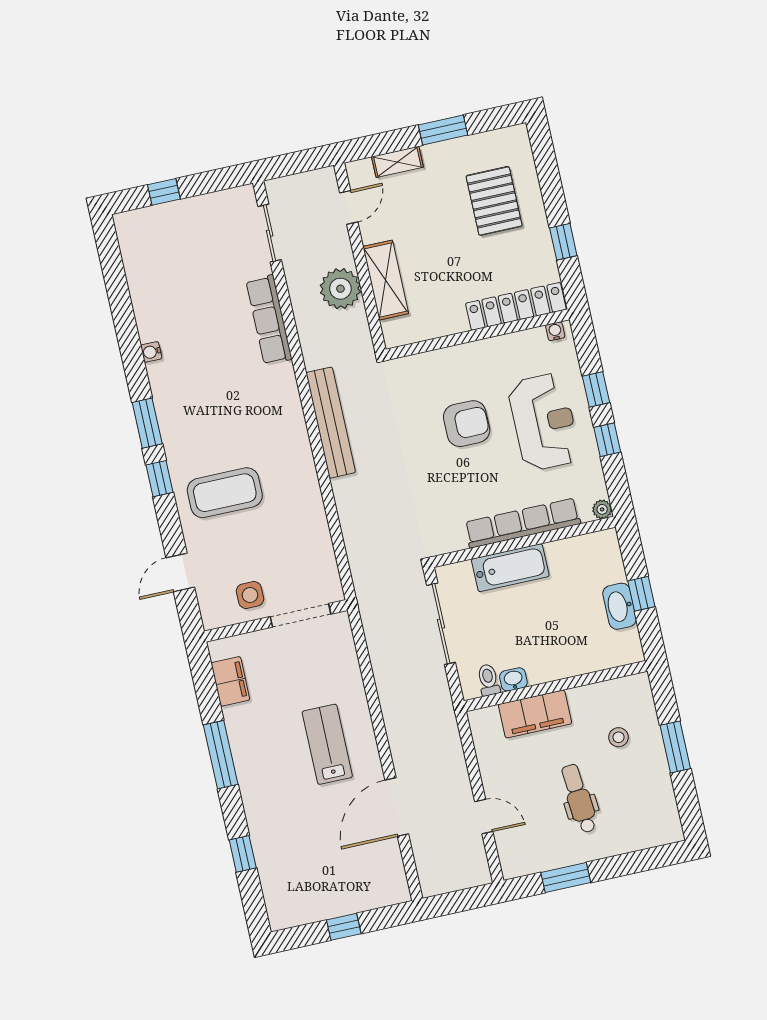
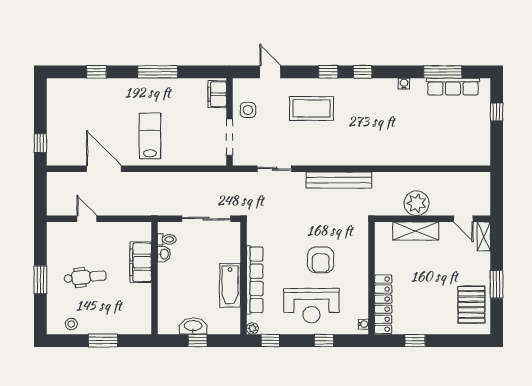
shelving: (397, 162) -> (484, 236), moved
pallet: (494, 201) -> (471, 305), moved, turned 90
sliding door: (270, 233) -> (274, 169), moved
window: (118, 293) -> (443, 72), added
row of seats: (269, 320) -> (453, 87), moved, turned 180
window: (147, 423) -> (363, 72), width x0.67
window: (607, 440) -> (270, 341), moved
coffee table: (225, 493) -> (311, 108), turned 90
bathtub: (510, 568) -> (230, 285), moved
filing cabinet: (230, 681) -> (217, 94), moved, turned 90
stool: (619, 737) -> (71, 324), moved
lab bench: (327, 744) -> (150, 136), turned -90
door: (484, 817) -> (87, 219), swing flipped
window: (566, 878) -> (40, 280), moved
window: (344, 927) -> (40, 143), moved

